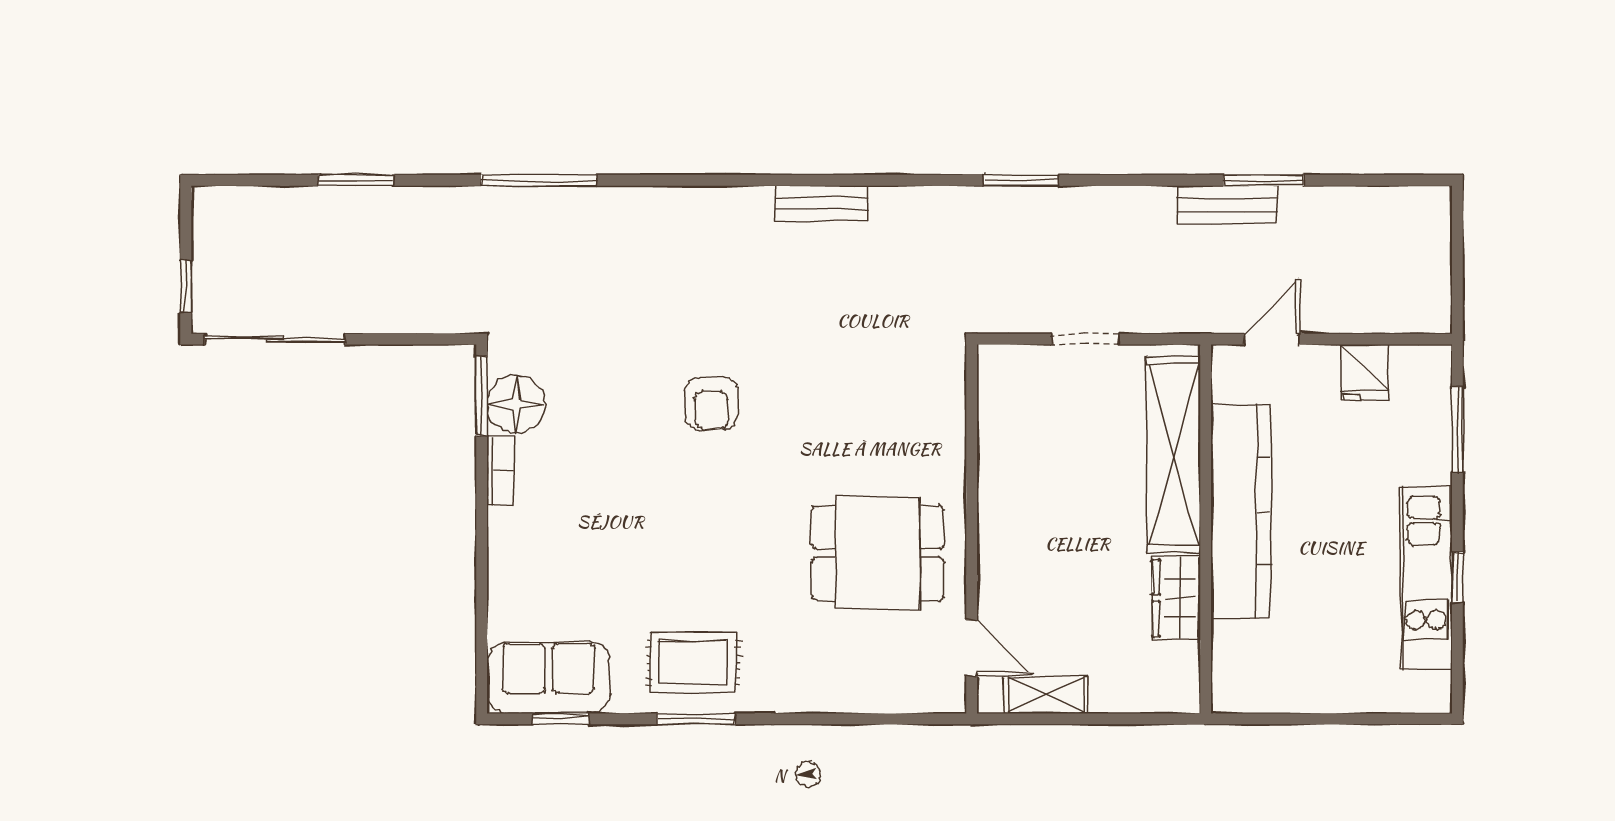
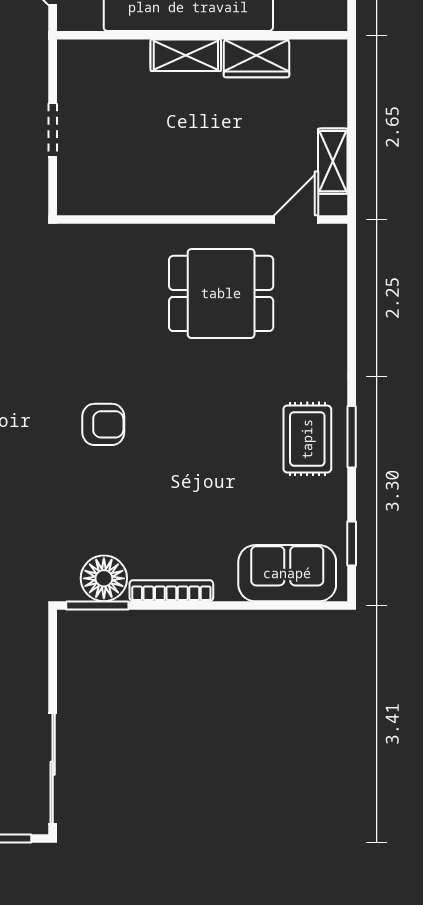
shelving: (1174, 455) -> (186, 55), width x0.45, depth x0.75
bookcase: (500, 471) -> (171, 591), width x1.56
dining table: (878, 553) -> (221, 293), turned 90
sofa: (549, 678) -> (287, 573), moved, turned 90

